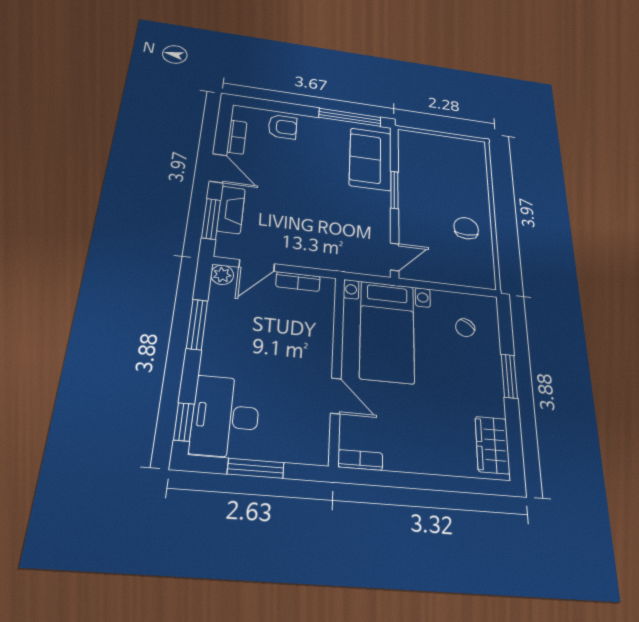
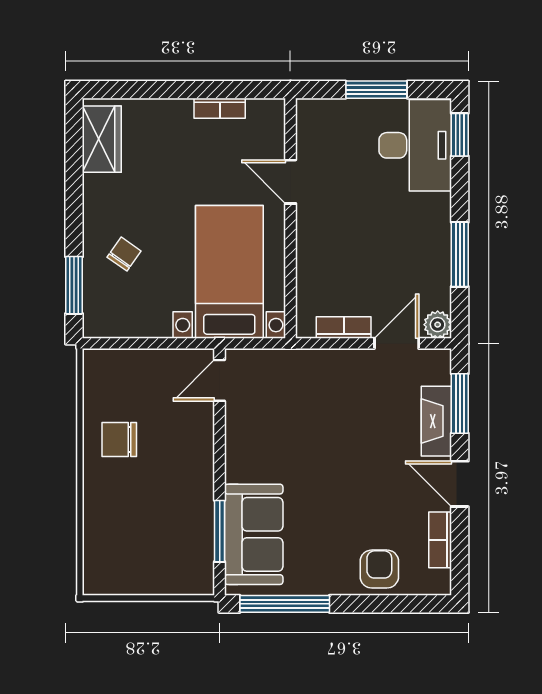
armchair: (283, 127) -> (379, 569), turned 90
window: (394, 190) -> (220, 531), moved
chair: (466, 228) -> (119, 440), turned 90
chair: (465, 328) -> (124, 254), moved
window: (509, 376) -> (74, 285), moved
bookcase: (360, 460) -> (220, 108), moved

